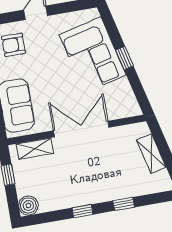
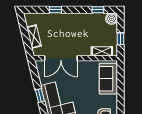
double door: (81, 129) -> (61, 58), moved
window: (83, 211) -> (98, 10), moved

